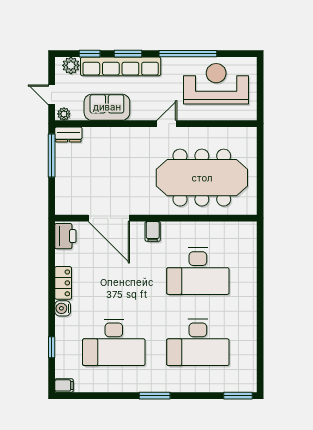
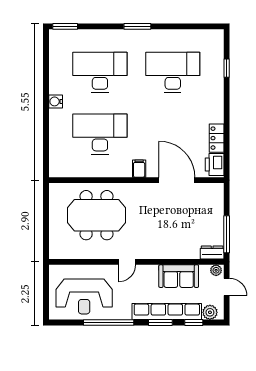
meeting table: (202, 178) -> (96, 215), width x0.73
locker: (63, 283) -> (217, 138), moved
water cooler: (63, 308) -> (56, 101), moved, turned 180
filing cabinet: (64, 385) -> (216, 35), removed

